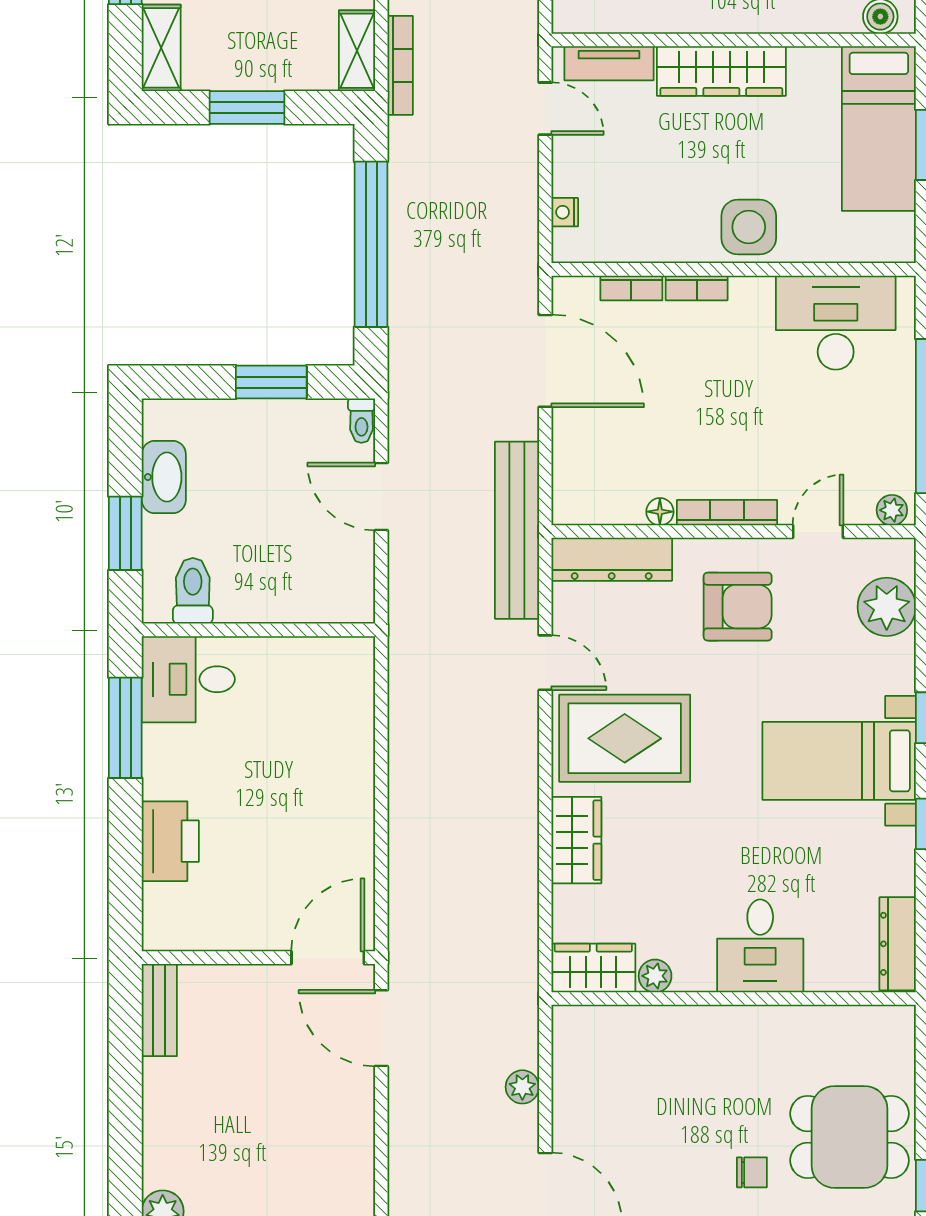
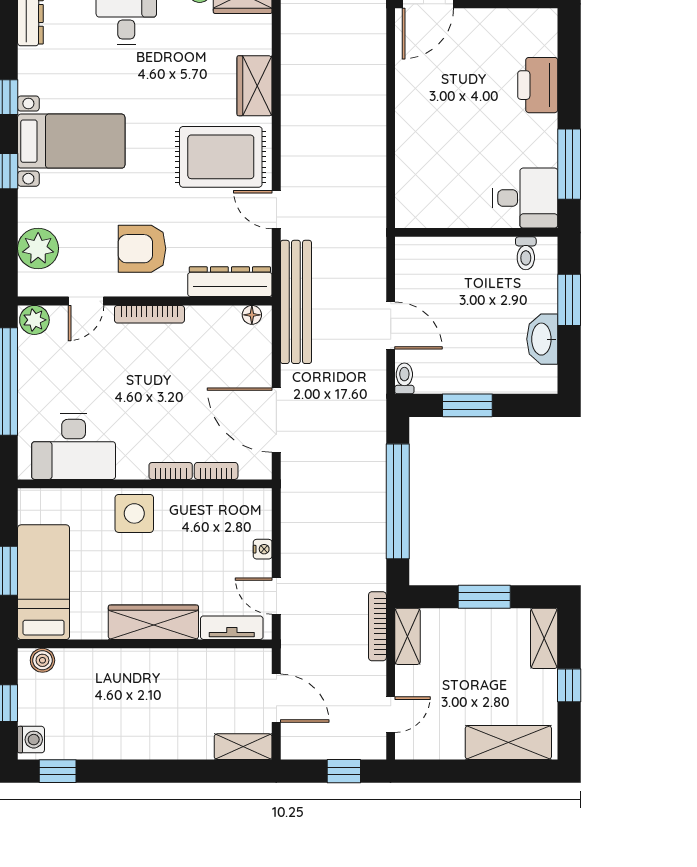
nightstand: (565, 212) -> (263, 549), moved
plant: (892, 510) -> (34, 320), width x1.38, depth x1.38
floor lamp: (660, 512) -> (252, 315), moved
toilet: (193, 591) -> (526, 253), width x0.73, depth x0.72

